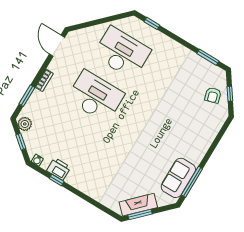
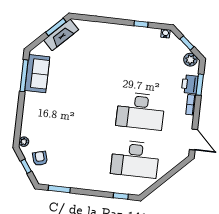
plant: (221, 118) -> (24, 142), added
printer: (59, 169) -> (190, 84), moved, turned 90

